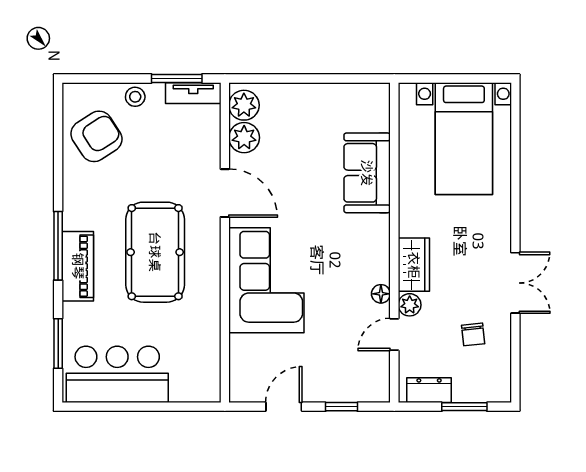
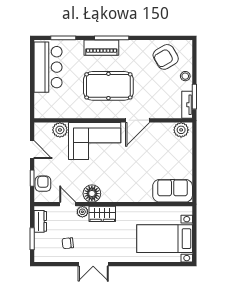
armchair: (96, 136) -> (166, 57), turned 93
plant: (244, 138) -> (60, 130), moved
sofa: (367, 173) -> (173, 191), moved
floor lamp: (381, 294) -> (92, 194), width x1.89, depth x1.89
armchair: (353, 385) -> (43, 184), added

